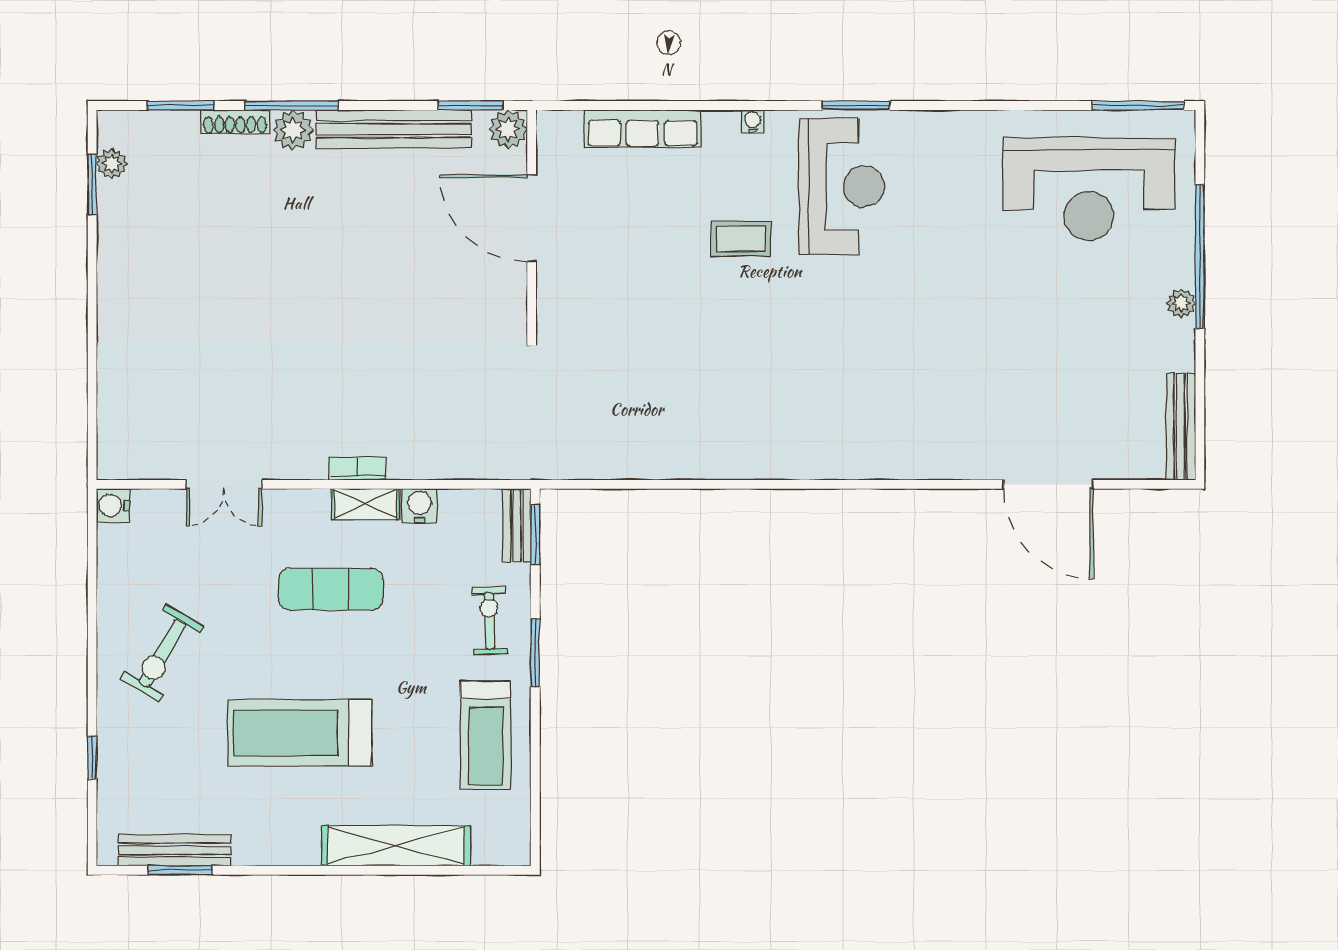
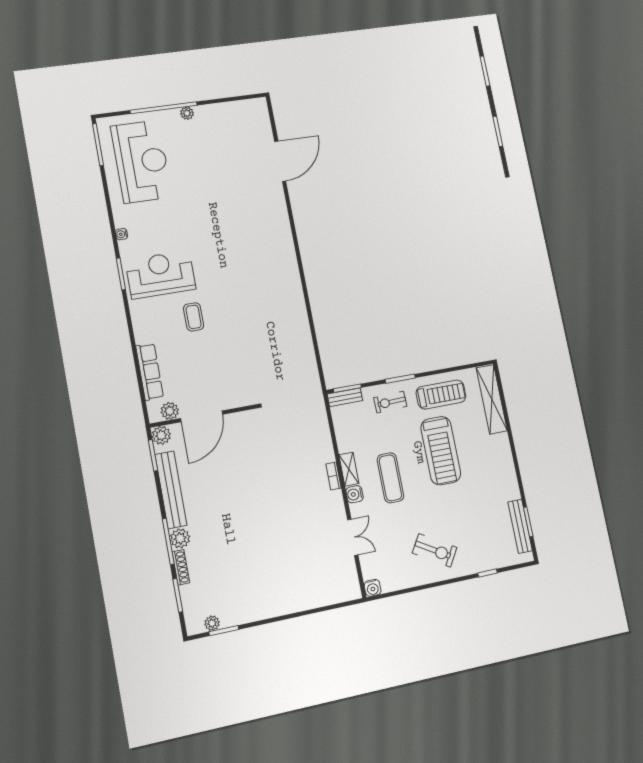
water cooler: (753, 121) -> (122, 234), moved
plant: (555, 155) -> (170, 411), added
bench: (1181, 427) -> (243, 106), removed
water cooler: (420, 506) -> (355, 494), moved
treadmill: (300, 733) -> (441, 451), moved
shelving: (396, 846) -> (492, 399), moved

